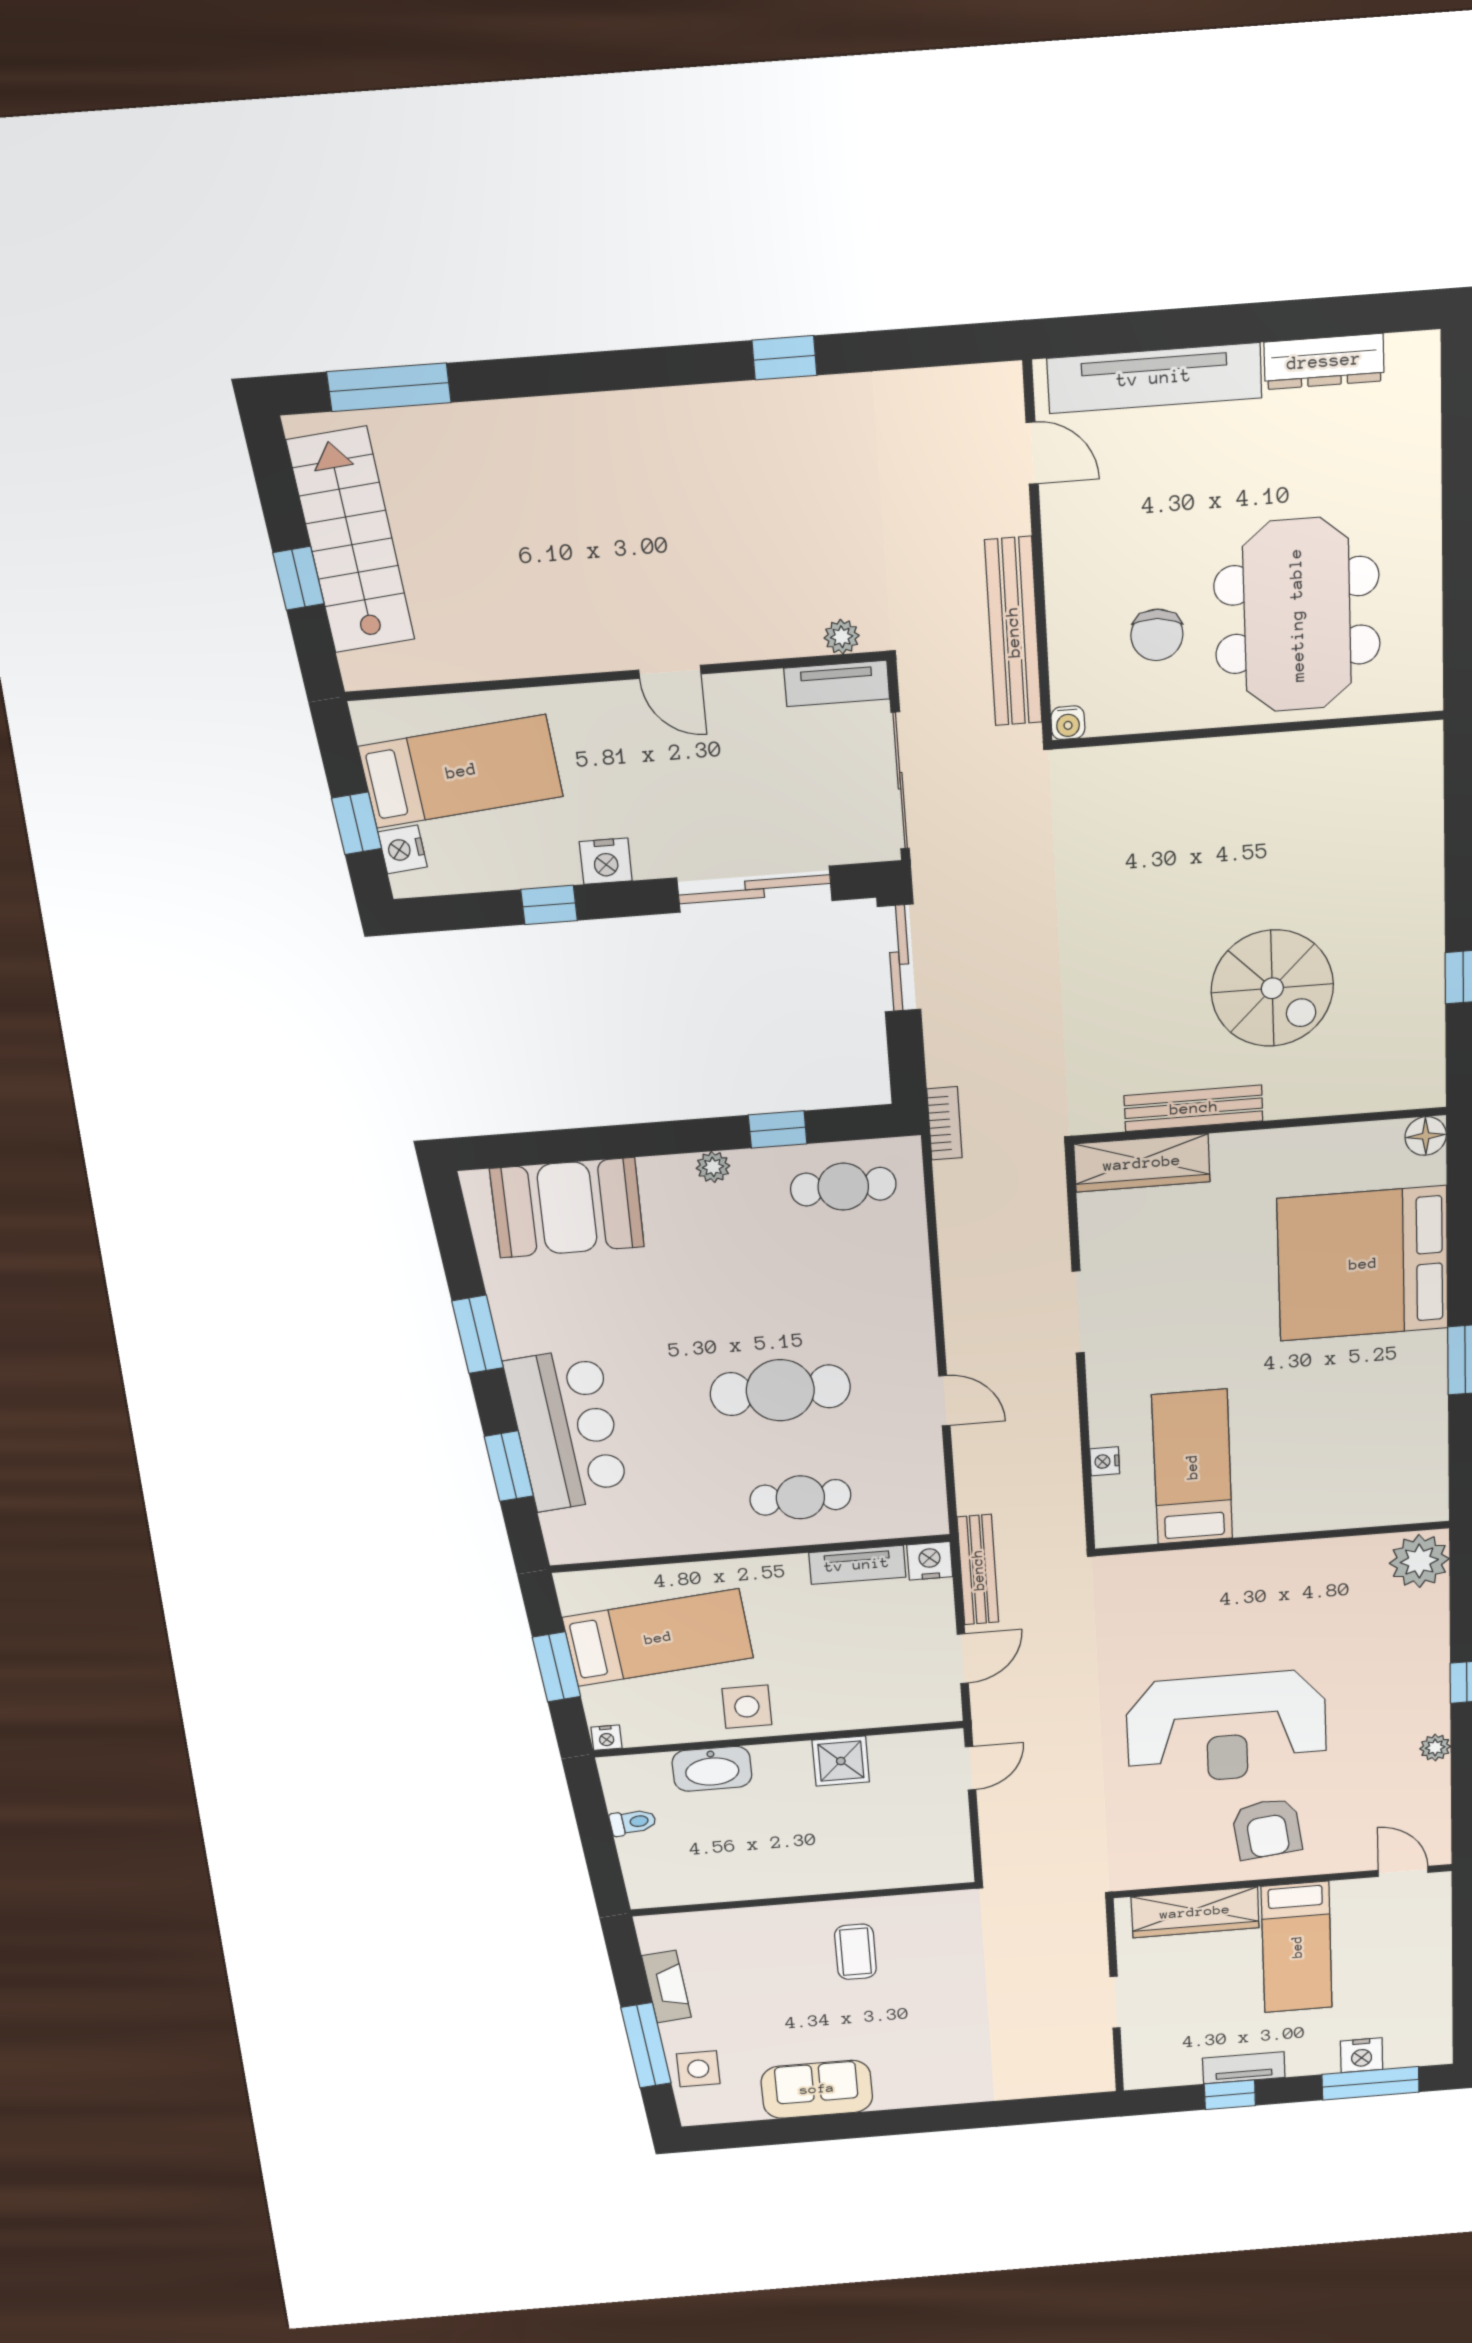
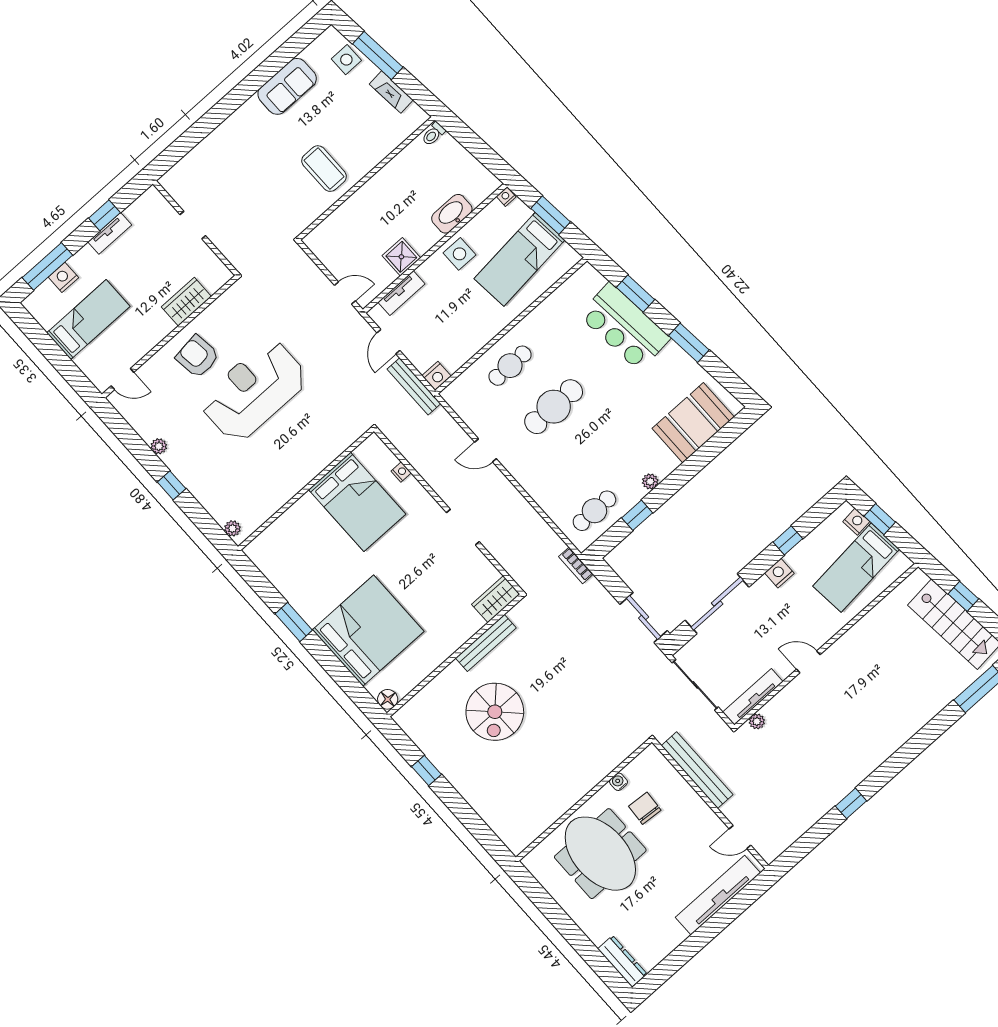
dresser: (1324, 361) -> (622, 961), moved, turned 90
tv unit: (837, 684) -> (753, 697), width x1.41
water cooler: (1068, 723) -> (618, 782), moved
spiral stairs: (1272, 988) -> (495, 712), turned -90
wardrobe: (1142, 1163) -> (496, 599), width x0.67
bed: (1192, 1467) -> (357, 502), width x1.50
plant: (1419, 1561) -> (232, 528), width x0.53, depth x0.53
tv unit: (857, 1565) -> (401, 293), moved, turned 180
door: (971, 1768) -> (345, 293), swing flipped
toilet: (633, 1822) -> (433, 134), moved
wardrobe: (1195, 1912) -> (186, 302), width x0.67
bed: (1297, 1947) -> (88, 320), moved, turned 90
coffee table: (856, 1952) -> (324, 169), width x1.36, depth x1.30

